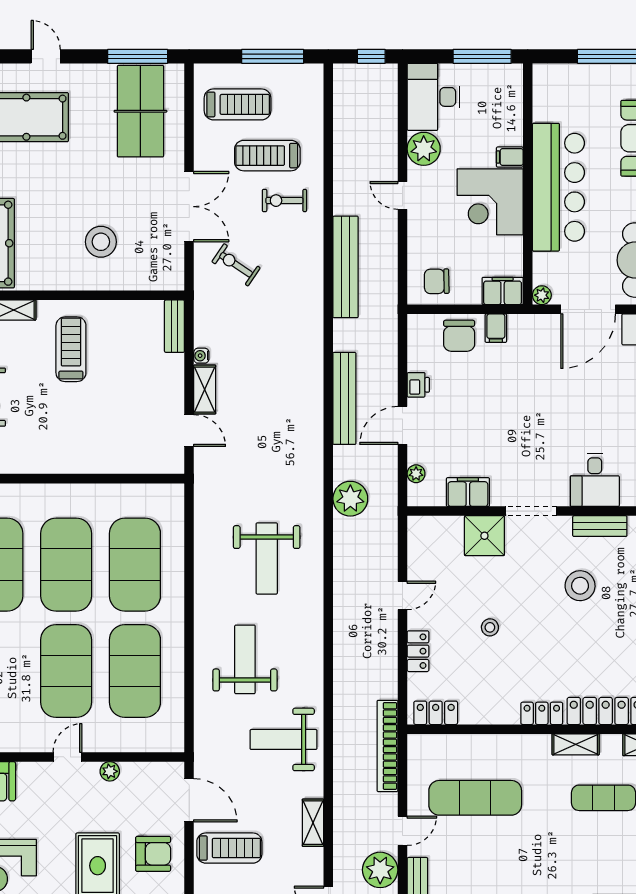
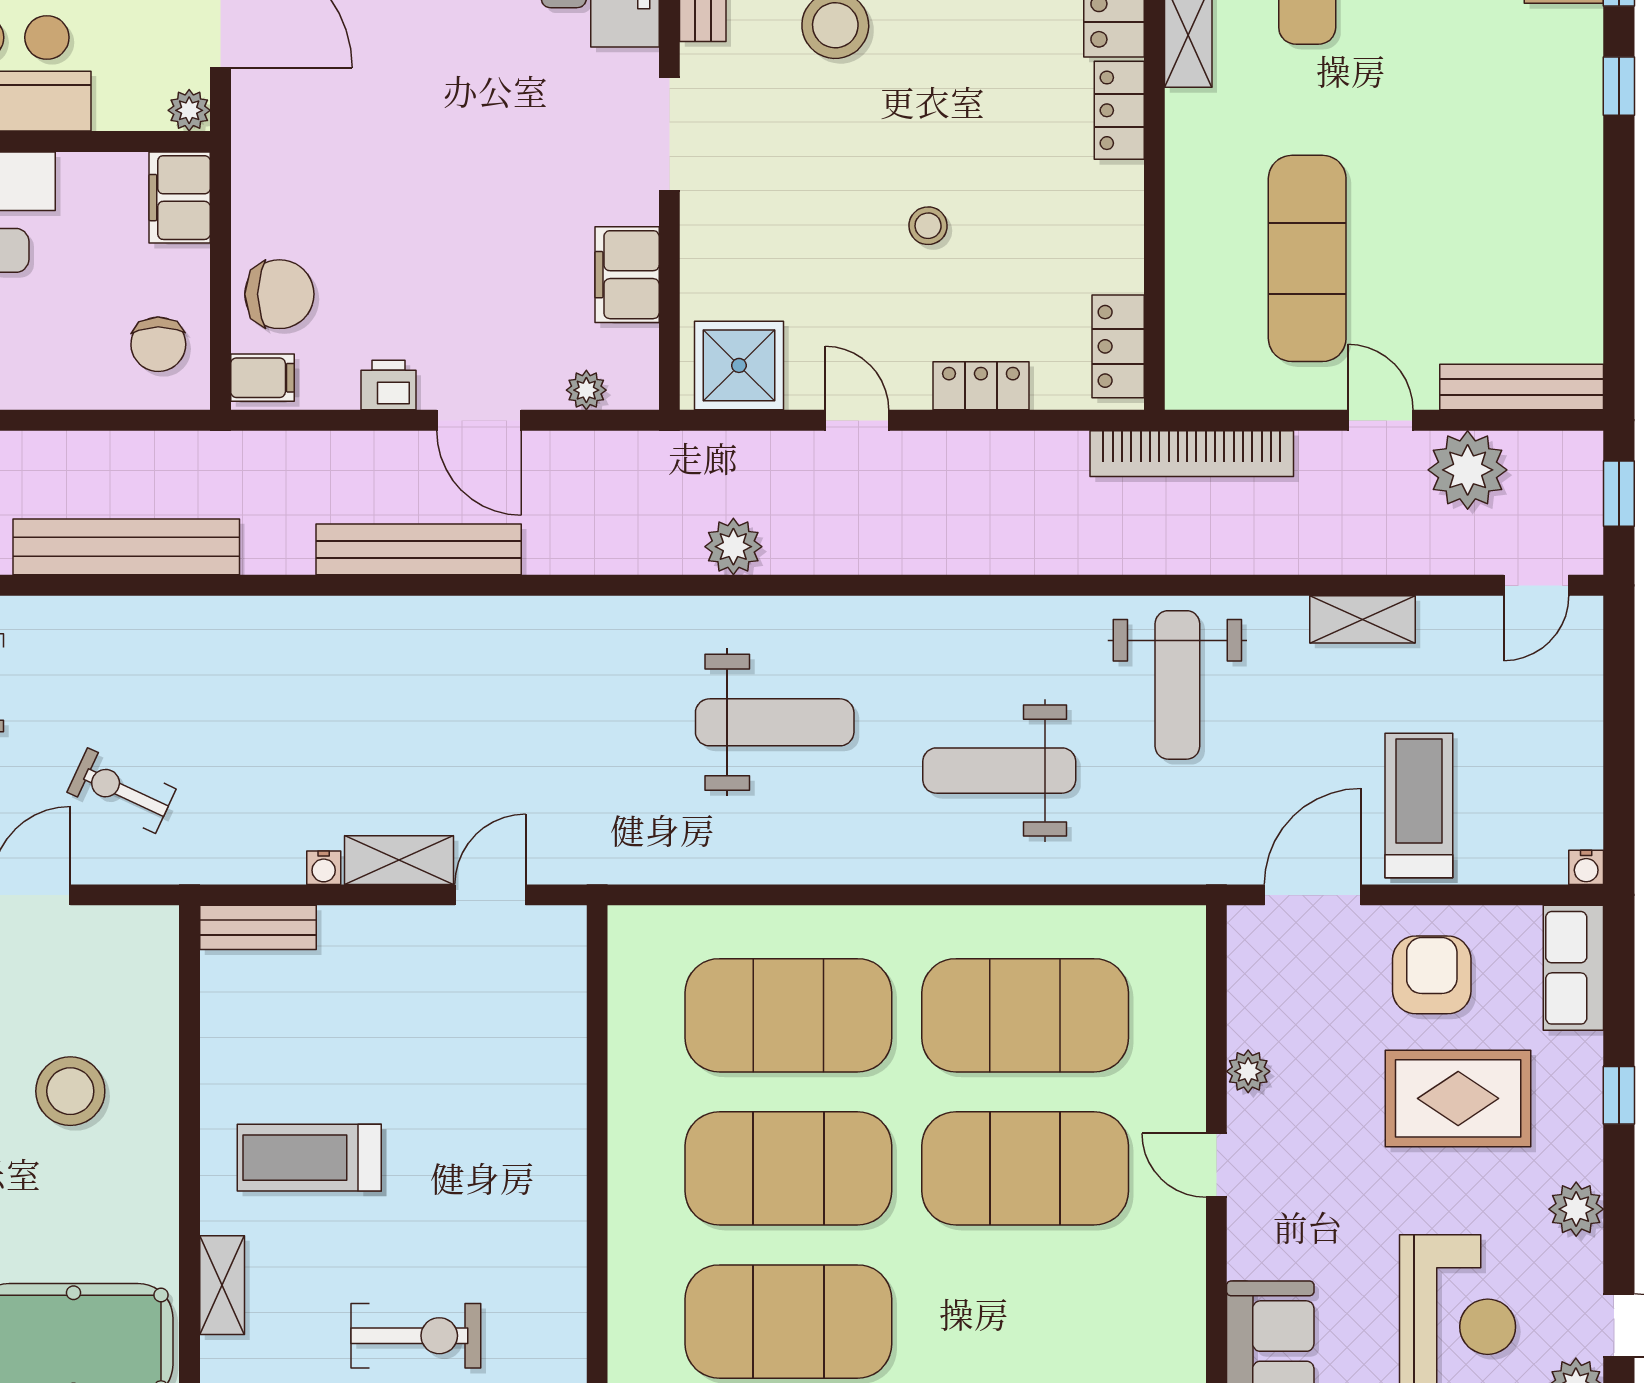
exercise bike: (236, 265) -> (122, 791), turned 81
filing cabinet: (496, 328) -> (262, 378), moved
plant: (350, 499) -> (733, 547), moved, width x0.73, depth x0.73
shower: (484, 536) -> (739, 365), moved

